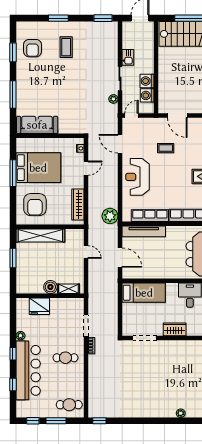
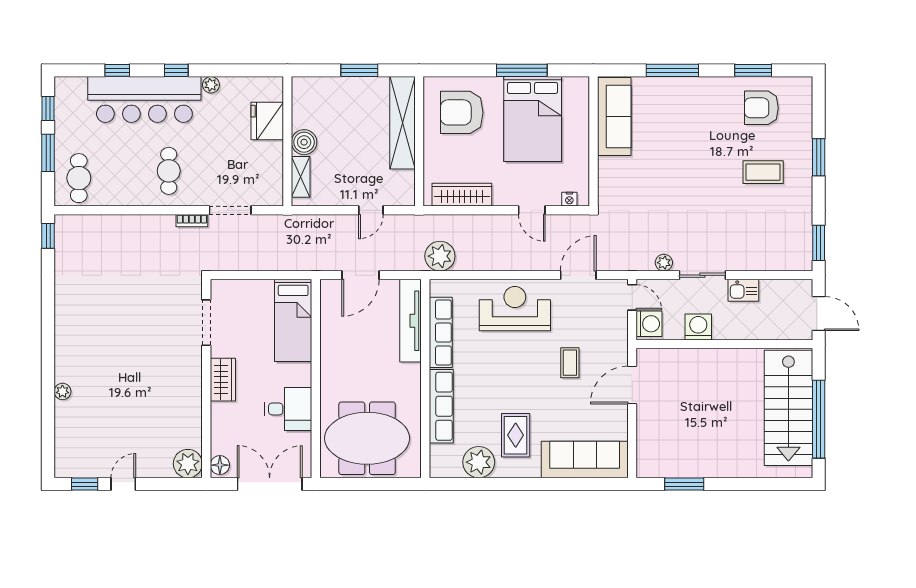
washing machine: (147, 95) -> (649, 324), moved, turned 90

